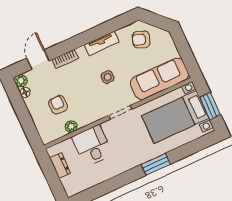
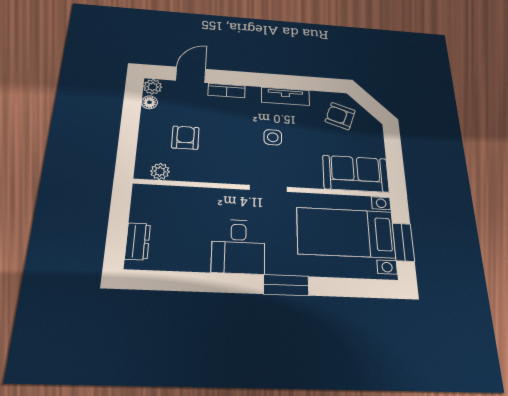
sofa: (159, 79) -> (356, 174), width x0.73
plant: (71, 126) -> (160, 171), moved
desk: (92, 146) -> (238, 246), moved, turned 180
dresser: (60, 166) -> (138, 241), moved

